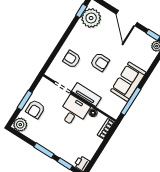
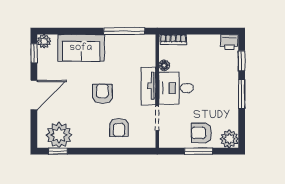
sofa: (128, 82) -> (81, 48), moved
armchair: (35, 109) -> (201, 133), turned 180

